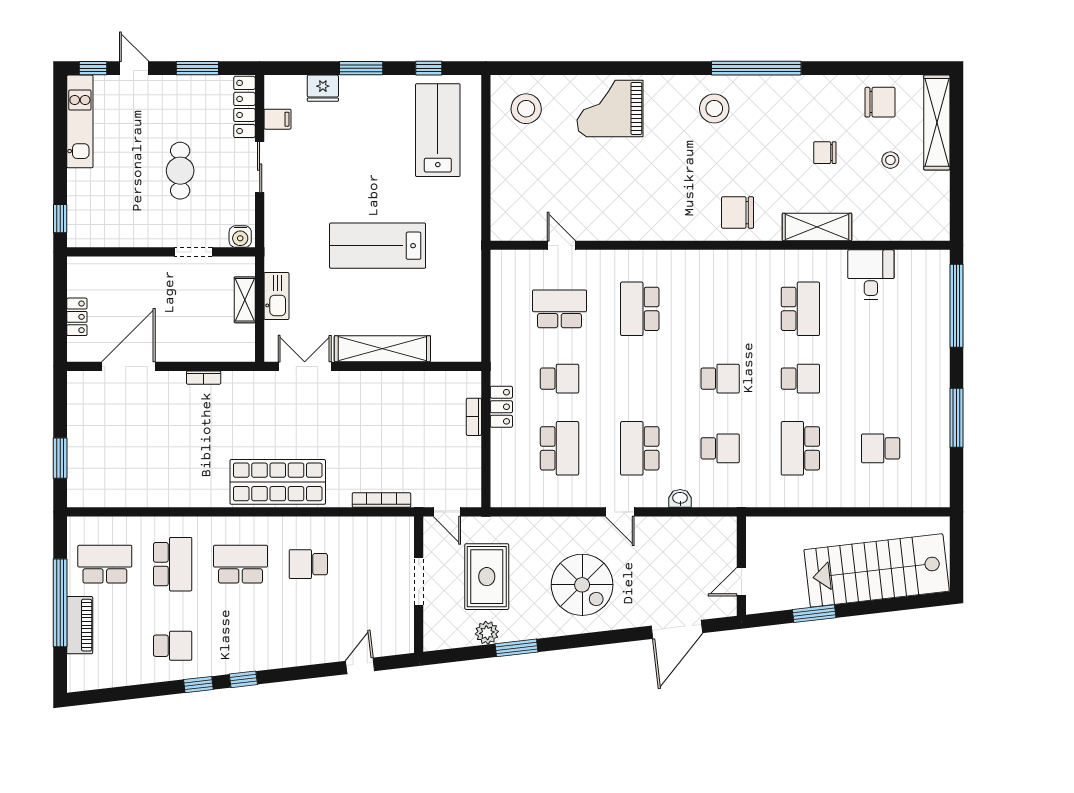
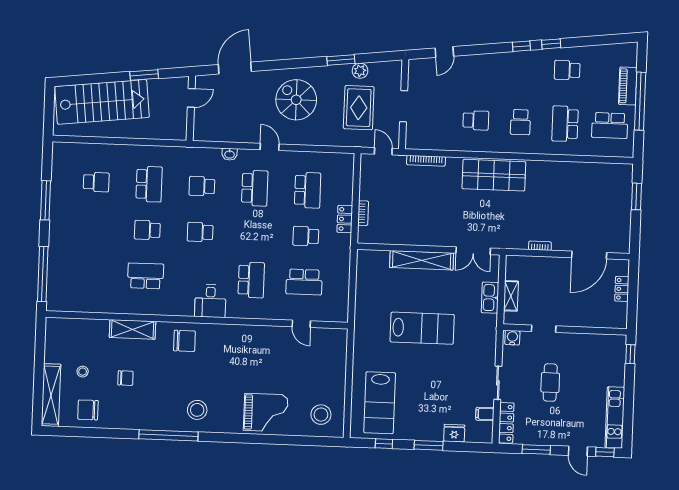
desk: (871, 275) -> (210, 301), moved
school desk: (800, 309) -> (146, 276), turned 90
school desk: (559, 448) -> (308, 190), turned 180
school desk: (240, 564) -> (520, 122), width x0.54

